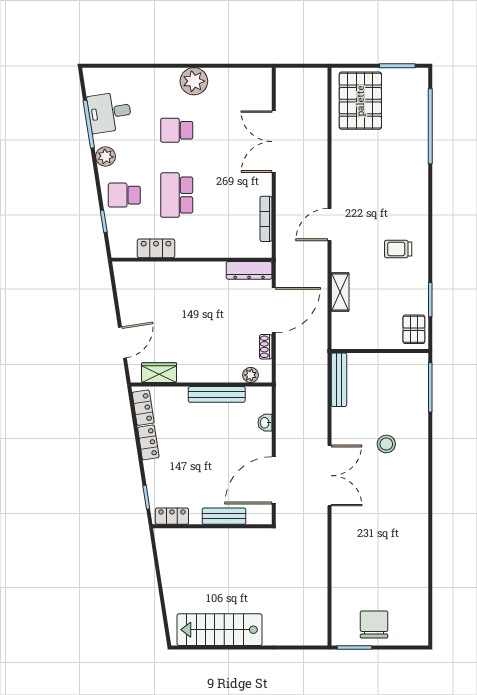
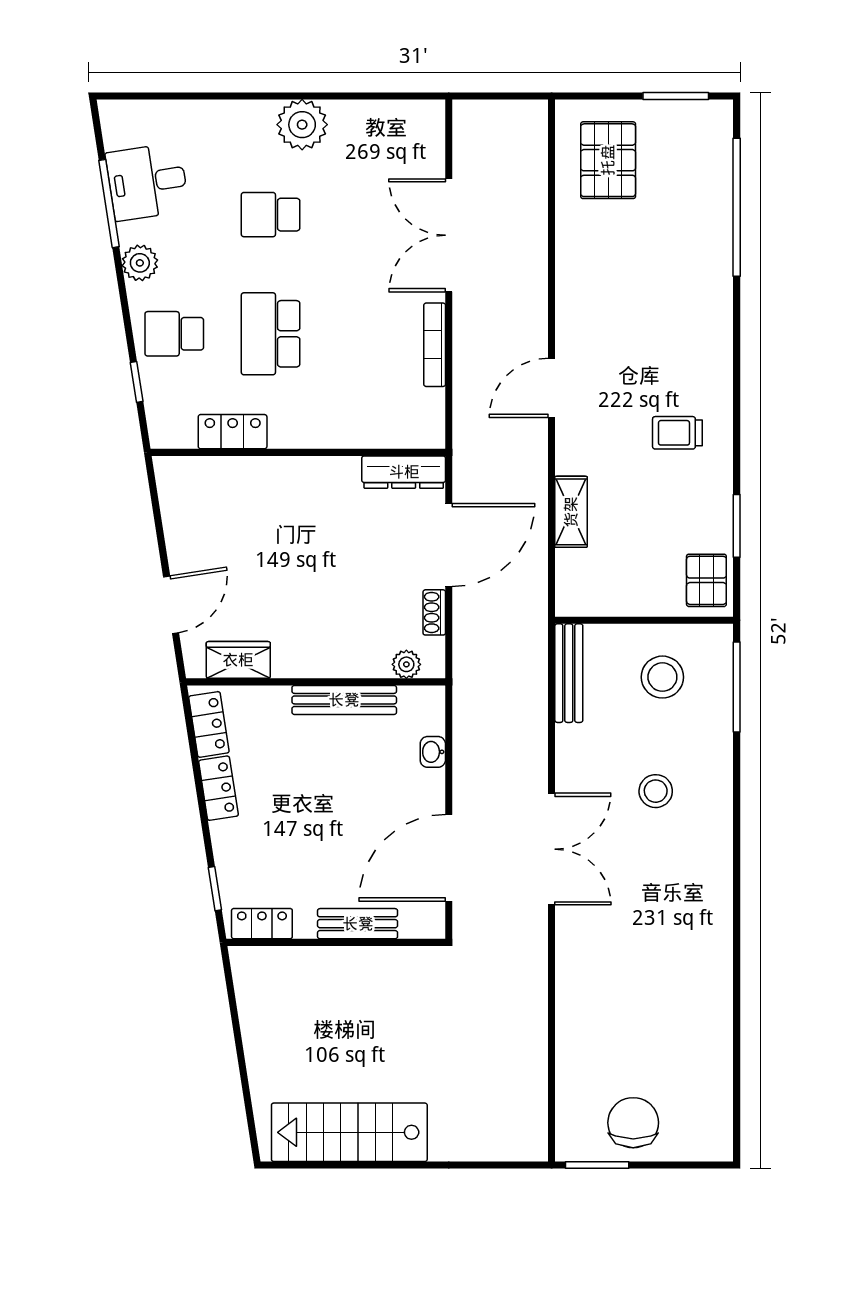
pallet: (360, 101) -> (608, 160), width x0.73, depth x0.71
bookcase: (266, 219) -> (435, 345), moved
stool: (390, 382) -> (662, 677), added

